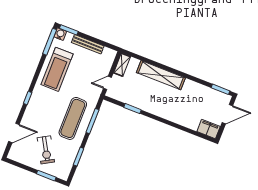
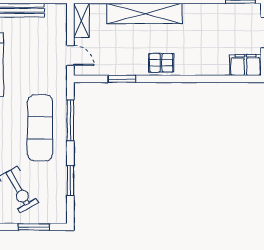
door: (107, 83) -> (70, 56), swing flipped
pallet: (159, 108) -> (161, 63), added

